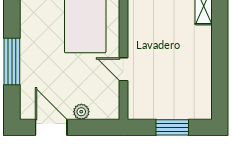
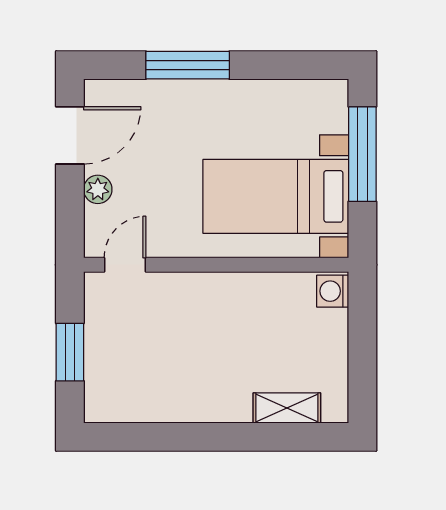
door: (123, 69) -> (125, 265), moved

